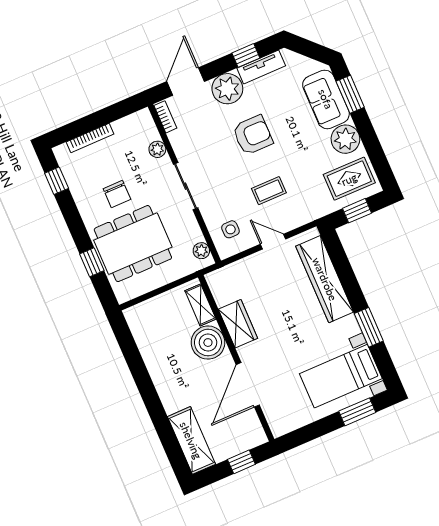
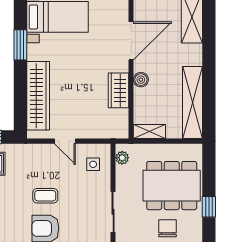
coffee table: (269, 191) -> (45, 196), moved
window: (92, 262) -> (209, 207), moved
shelving: (200, 305) -> (149, 131), moved, turned 90
boiler: (208, 343) -> (141, 80), width x0.54, depth x0.54
shelving: (150, 346) -> (192, 103), added

